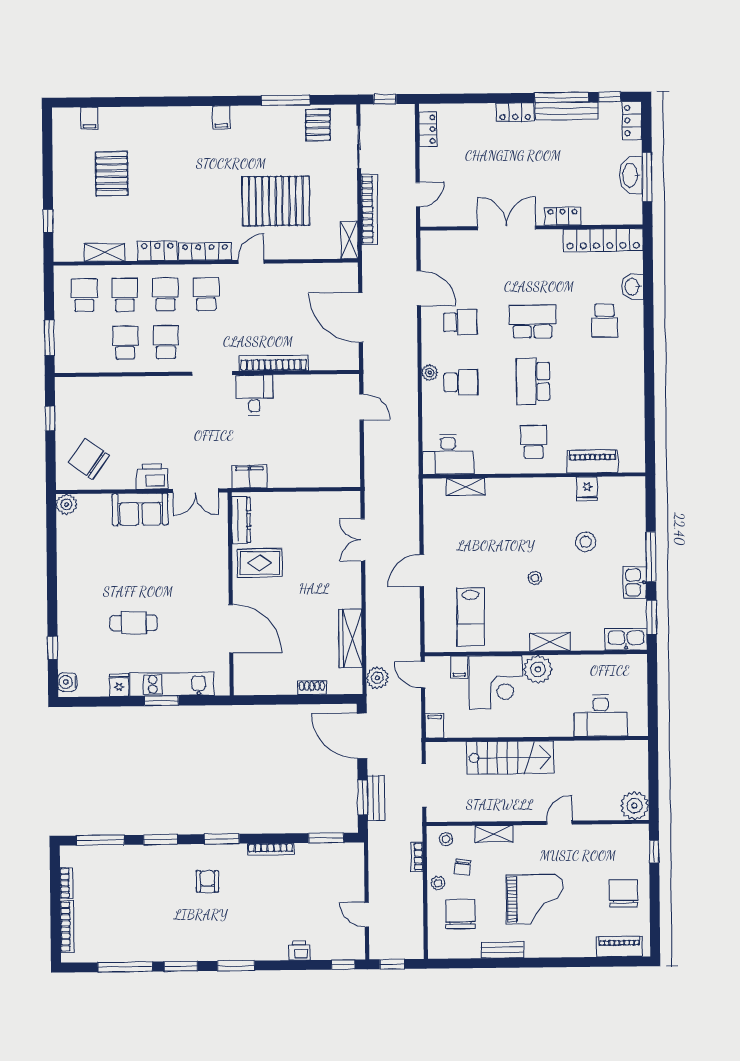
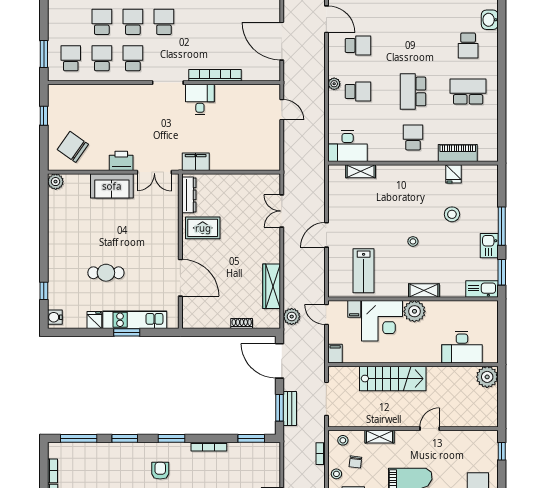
school desk: (84, 295) -> (71, 58), moved
school desk: (532, 321) -> (468, 91), moved
plant: (635, 806) -> (487, 377), moved

